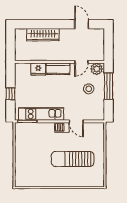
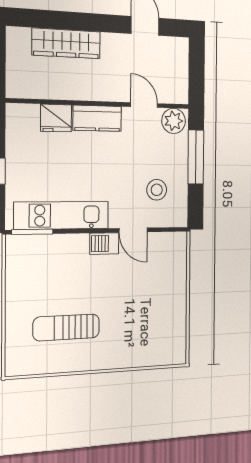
door: (81, 62) -> (144, 105), swing flipped
stool: (89, 89) -> (157, 190), moved
sun lounger: (73, 159) -> (66, 327), moved, width x0.73, depth x0.75

